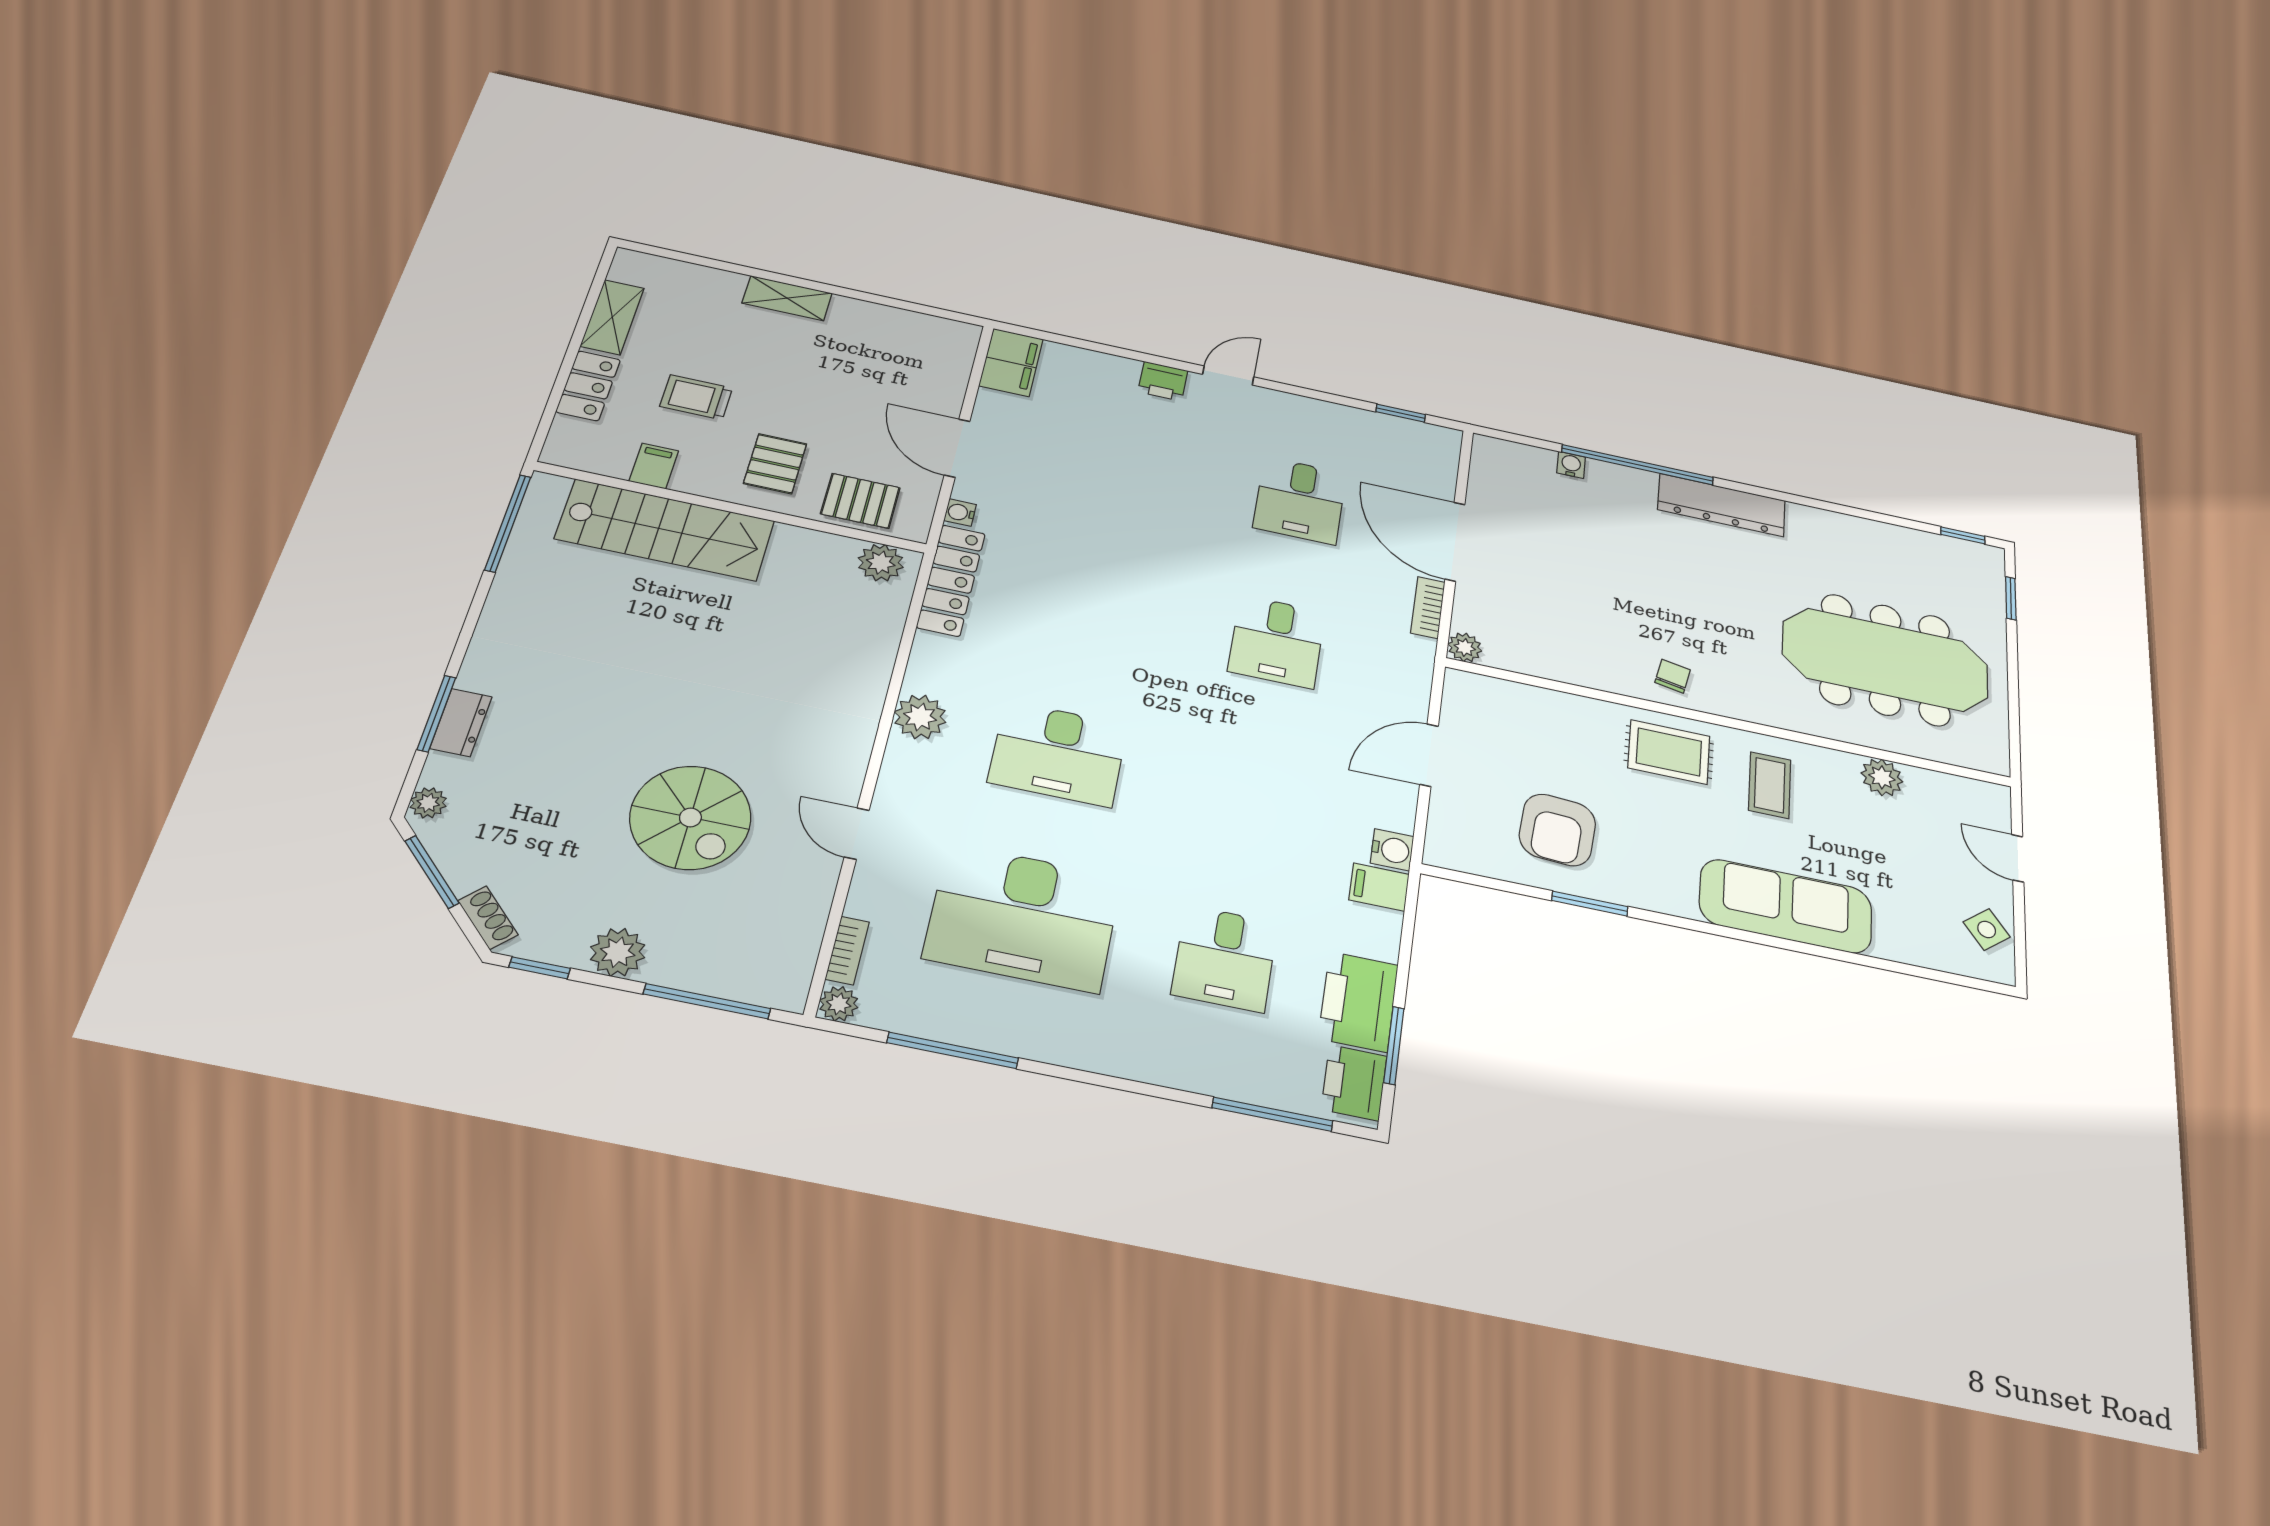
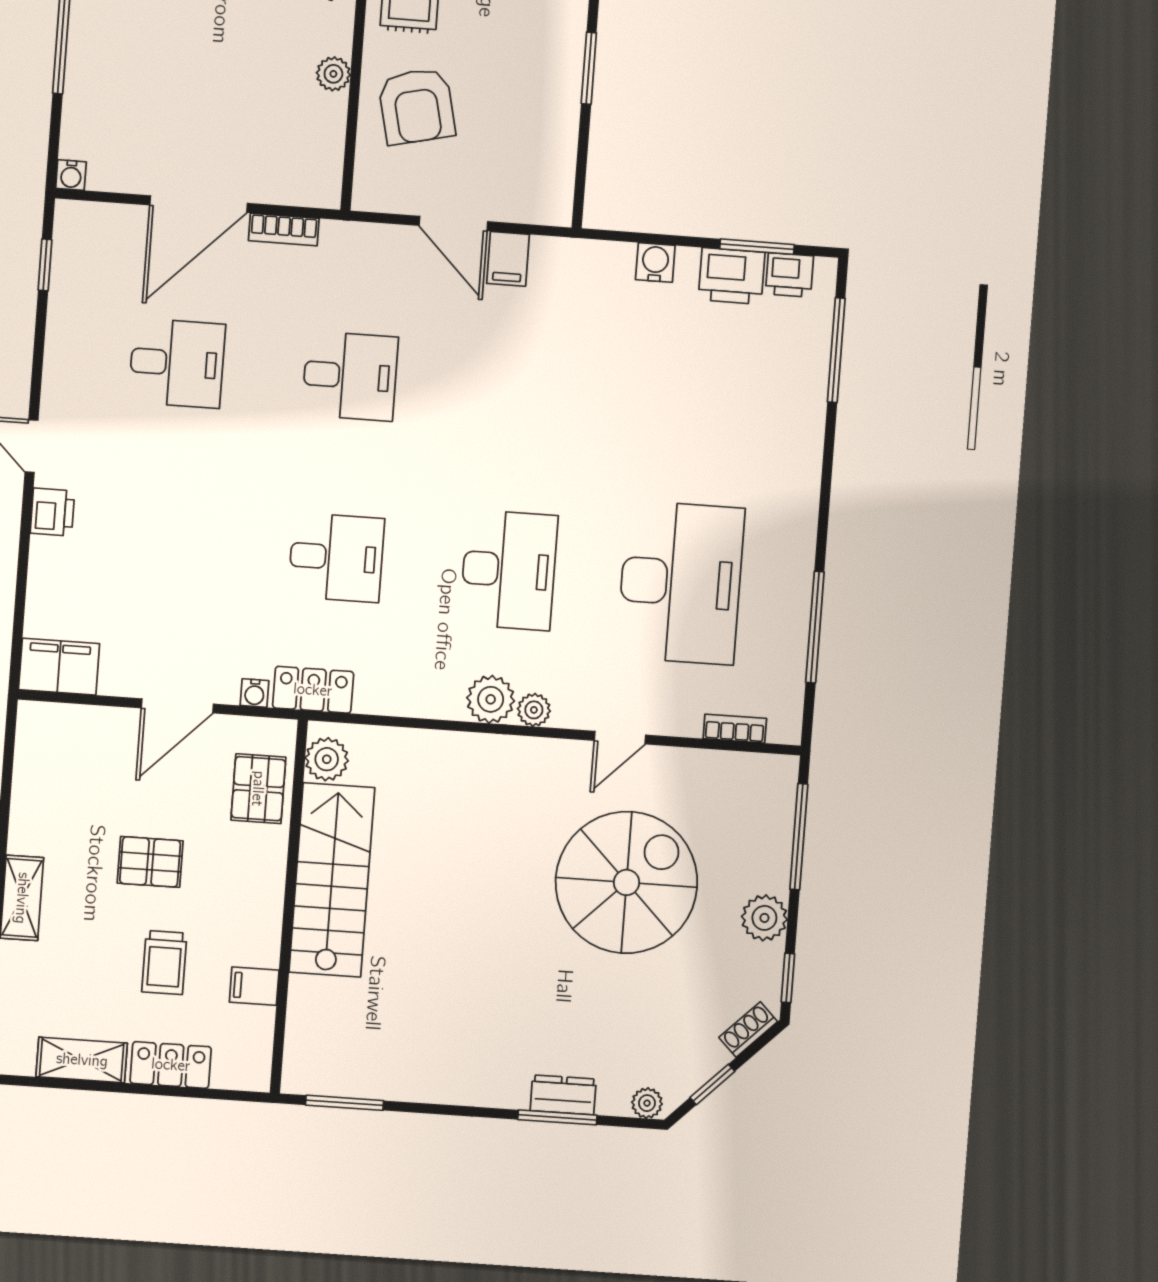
pallet: (775, 464) -> (150, 862), moved
water cooler: (1571, 465) -> (71, 175), moved, turned -90
window: (508, 523) -> (344, 1103), width x0.69
stairs: (665, 530) -> (332, 880), moved
locker: (951, 580) -> (313, 690), width x0.66
plant: (1465, 647) -> (333, 74), moved
spiral stairs: (690, 817) -> (627, 882), width x1.37, depth x1.37
armchair: (1557, 830) -> (417, 106), moved, turned 73
water cooler: (1392, 850) -> (655, 263), moved
window: (432, 872) -> (712, 1084), width x0.67
filing cabinet: (1379, 887) -> (508, 259), moved
desk: (1225, 958) -> (336, 557), moved
printer: (1358, 1002) -> (732, 276), width x0.73, depth x0.84
plant: (839, 1004) -> (534, 710), moved
printer: (1354, 1083) -> (789, 275), width x0.73, depth x0.81

